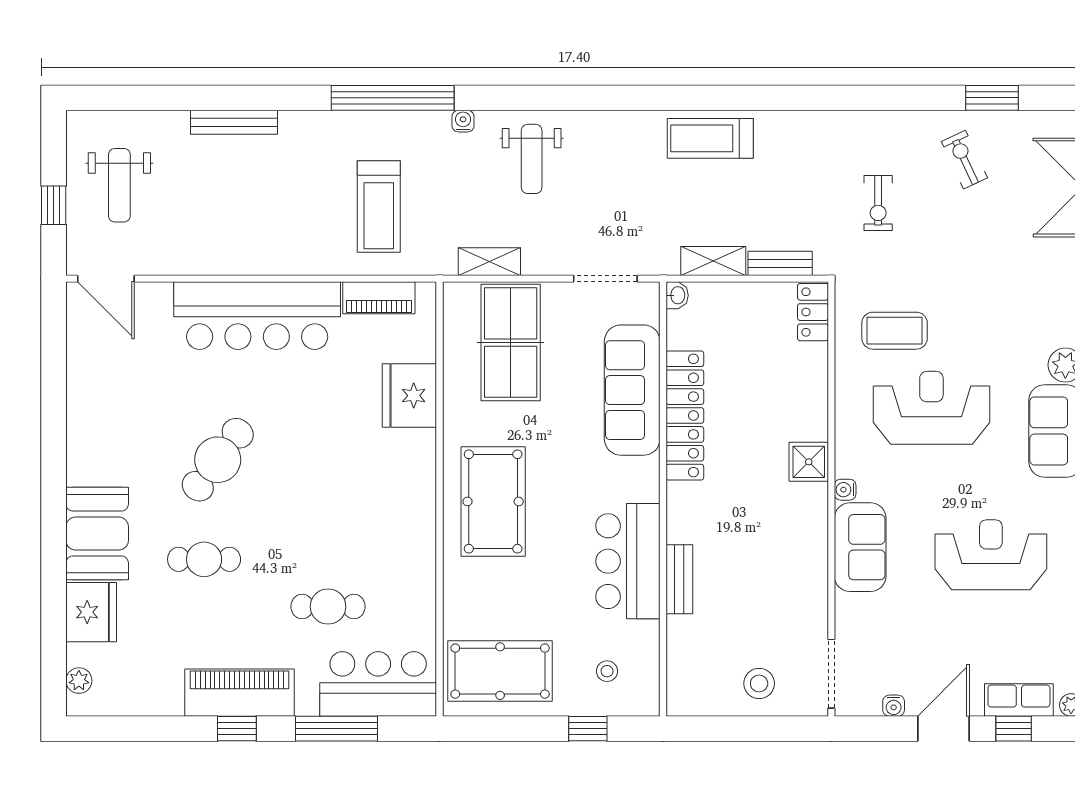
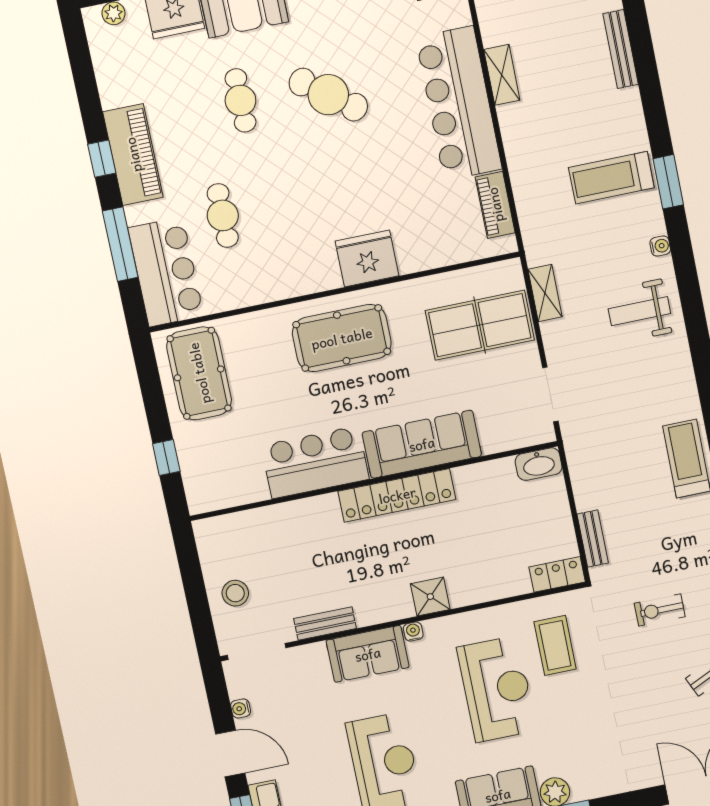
window: (393, 98) -> (668, 182), width x0.47
treadmill: (379, 207) -> (611, 178), moved
shelving: (713, 261) -> (502, 75), moved
washbasin: (677, 295) -> (539, 464), width x1.91, depth x1.45
sofa: (632, 390) -> (422, 444), moved
fridge: (409, 396) -> (367, 258), moved
locker: (685, 415) -> (397, 495), moved
bench: (679, 579) -> (325, 624), moved
stool: (607, 671) -> (218, 464), removed

